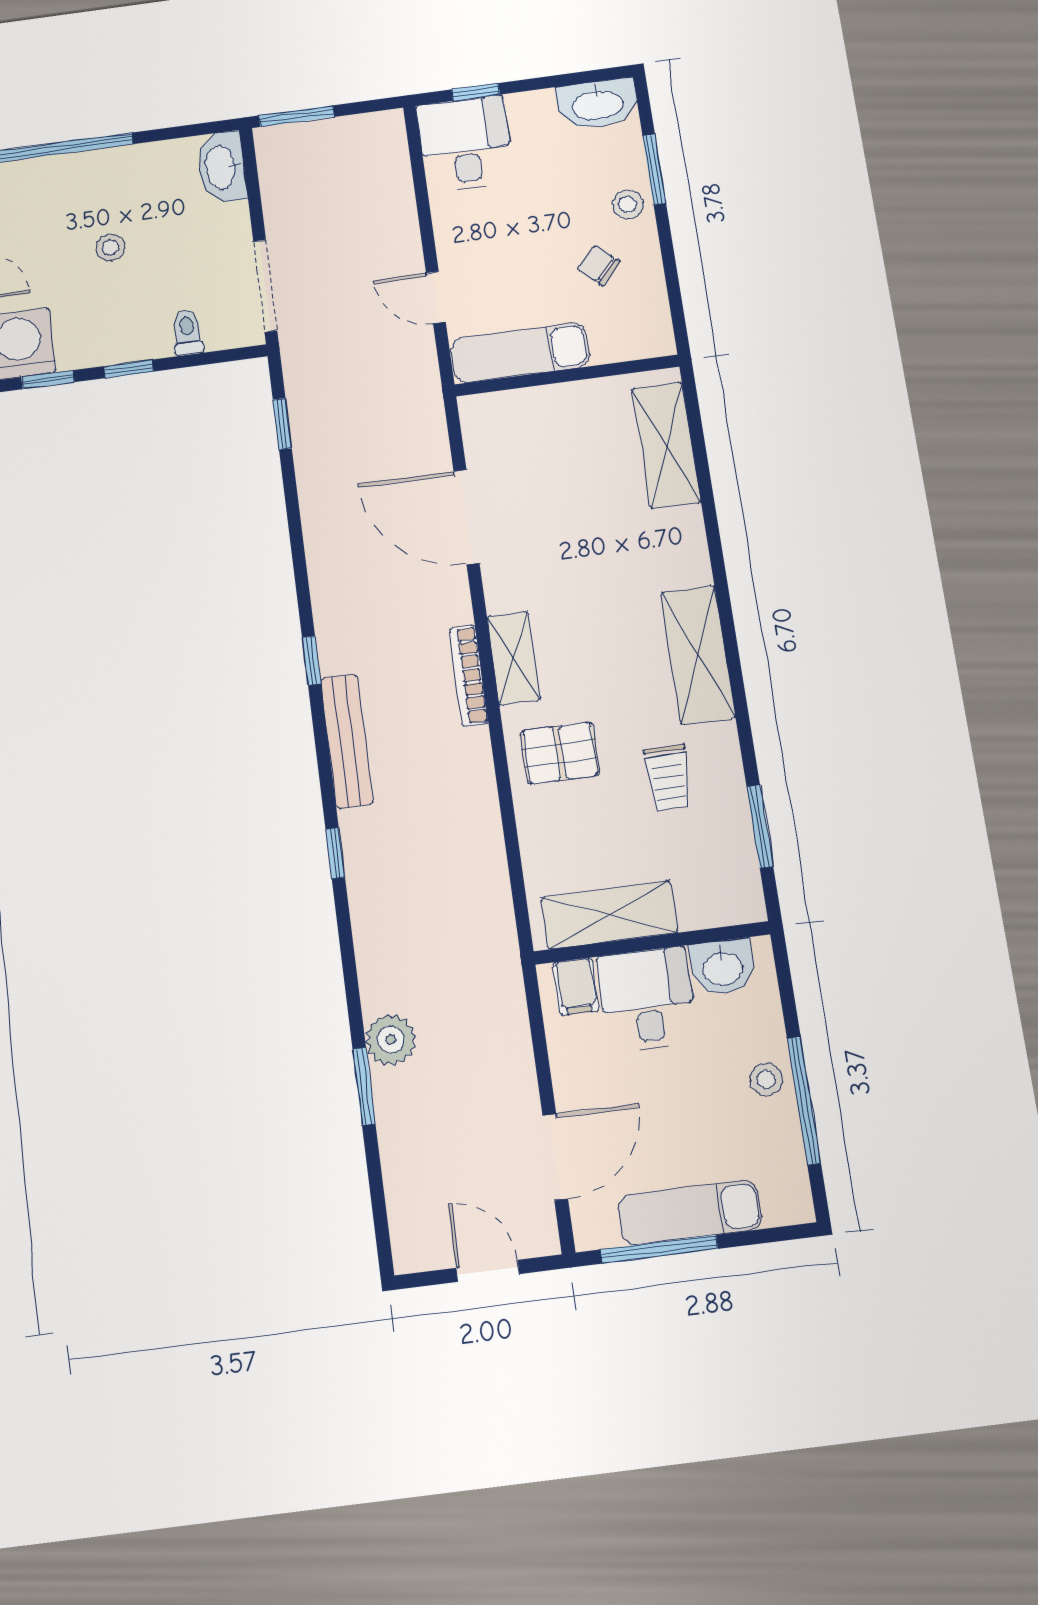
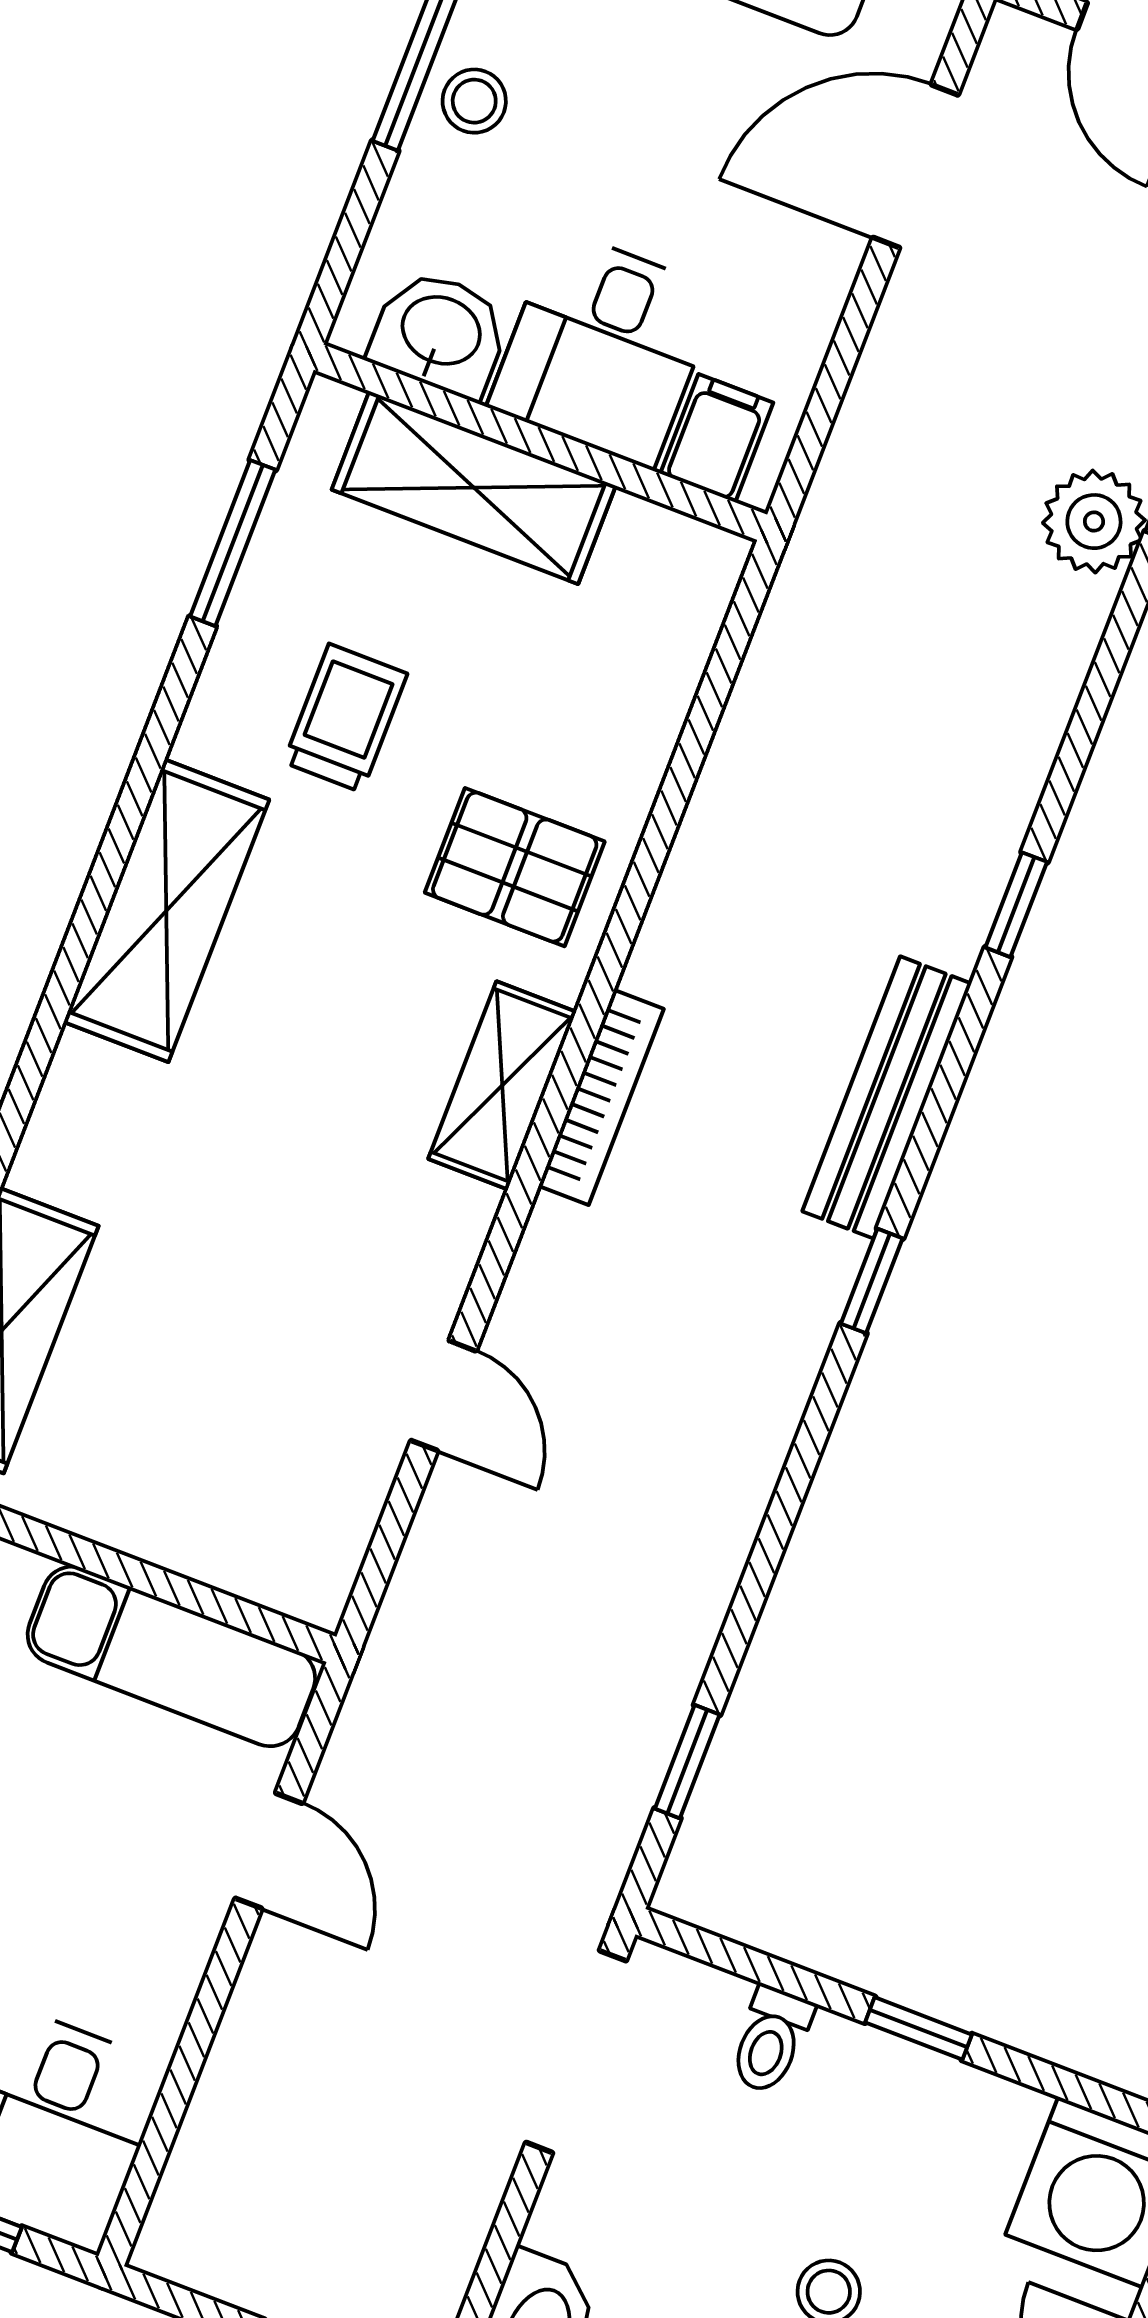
window: (48, 380) -> (1081, 2091), removed
door: (466, 517) -> (443, 1396), width x0.53
shelving: (609, 915) -> (474, 488), moved

